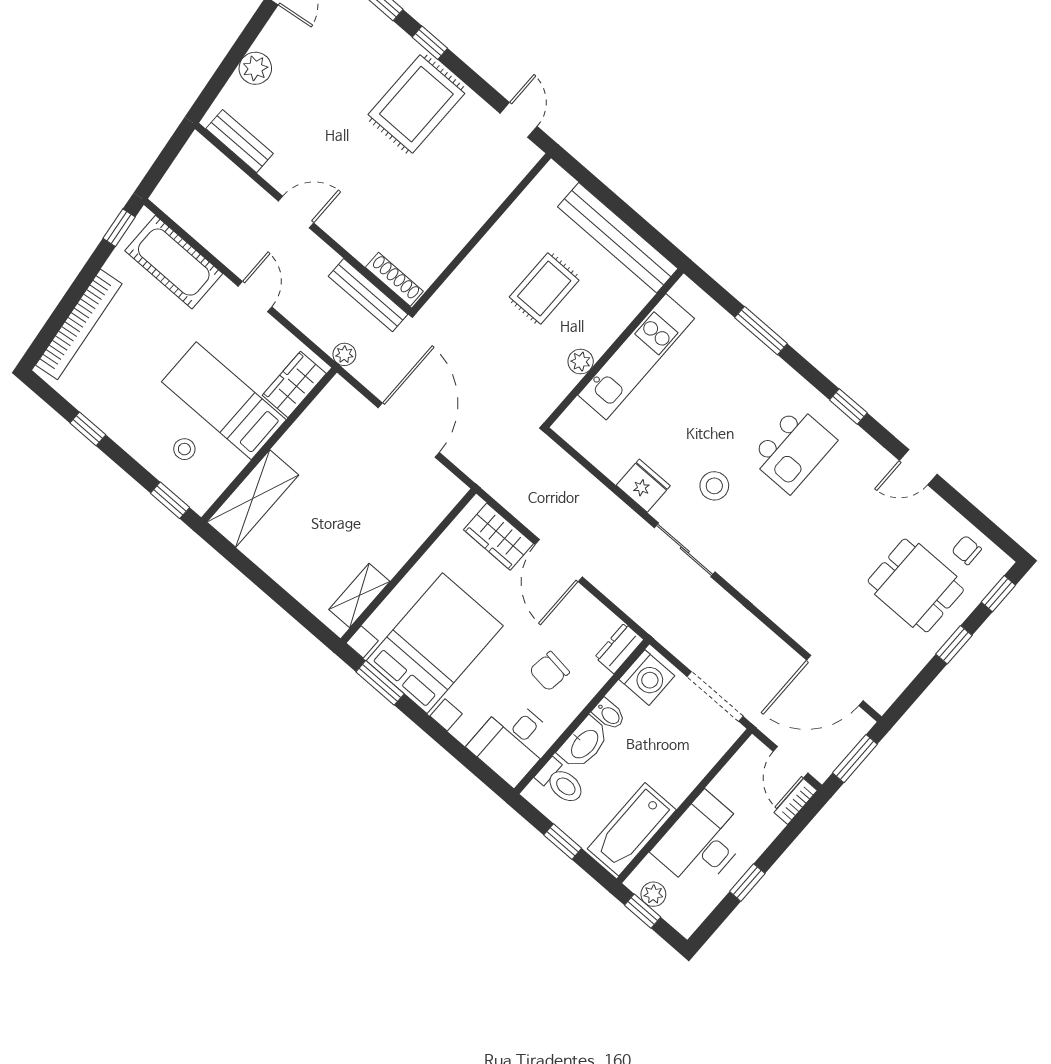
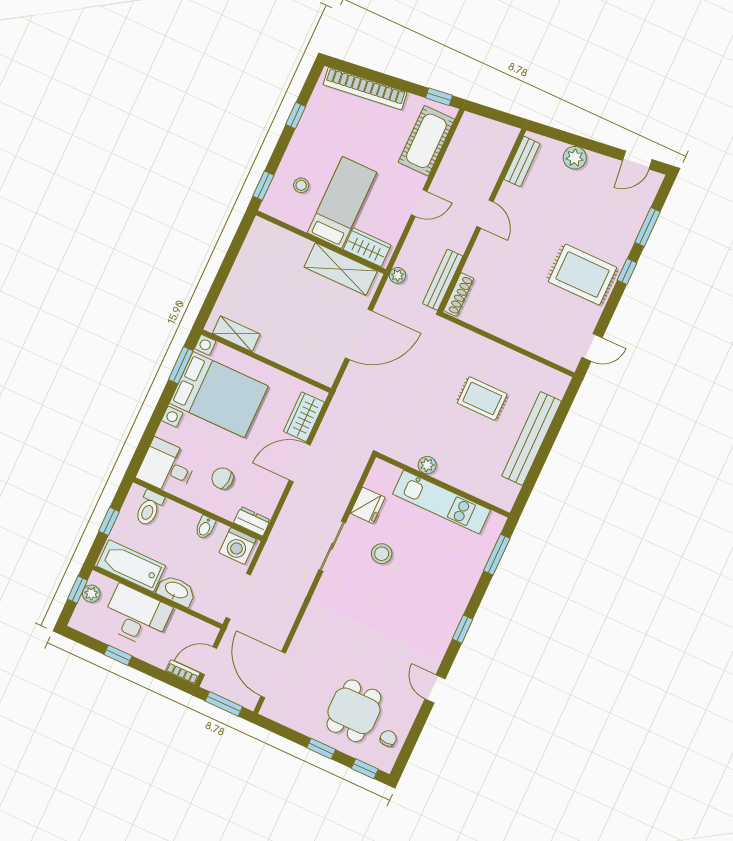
wall: (614, 348) -> (443, 485), moved
kitchen unit: (636, 357) -> (441, 502), moved
plant: (581, 362) -> (427, 465), moved
kitchen island: (793, 449) -> (422, 600), removed
shelving: (253, 499) -> (341, 269), moved
washbasin: (584, 743) -> (176, 591), moved, turned 180

